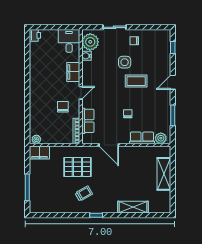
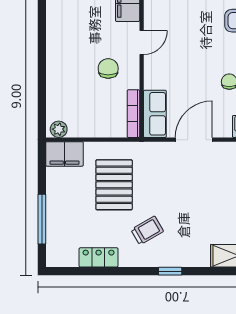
row of seats: (88, 121) -> (155, 114), moved
door: (109, 145) -> (194, 140), swing flipped
pallet: (77, 167) -> (114, 185), moved, turned 90
locker: (58, 208) -> (99, 257), added

